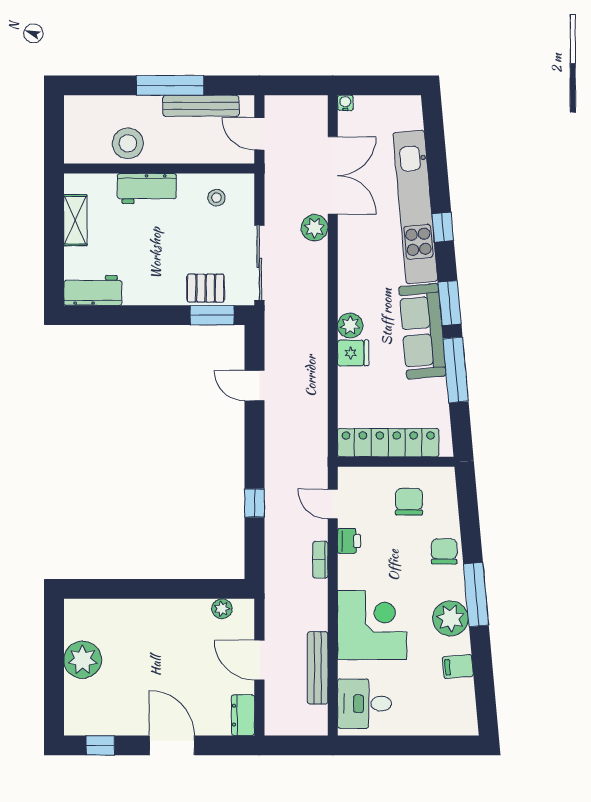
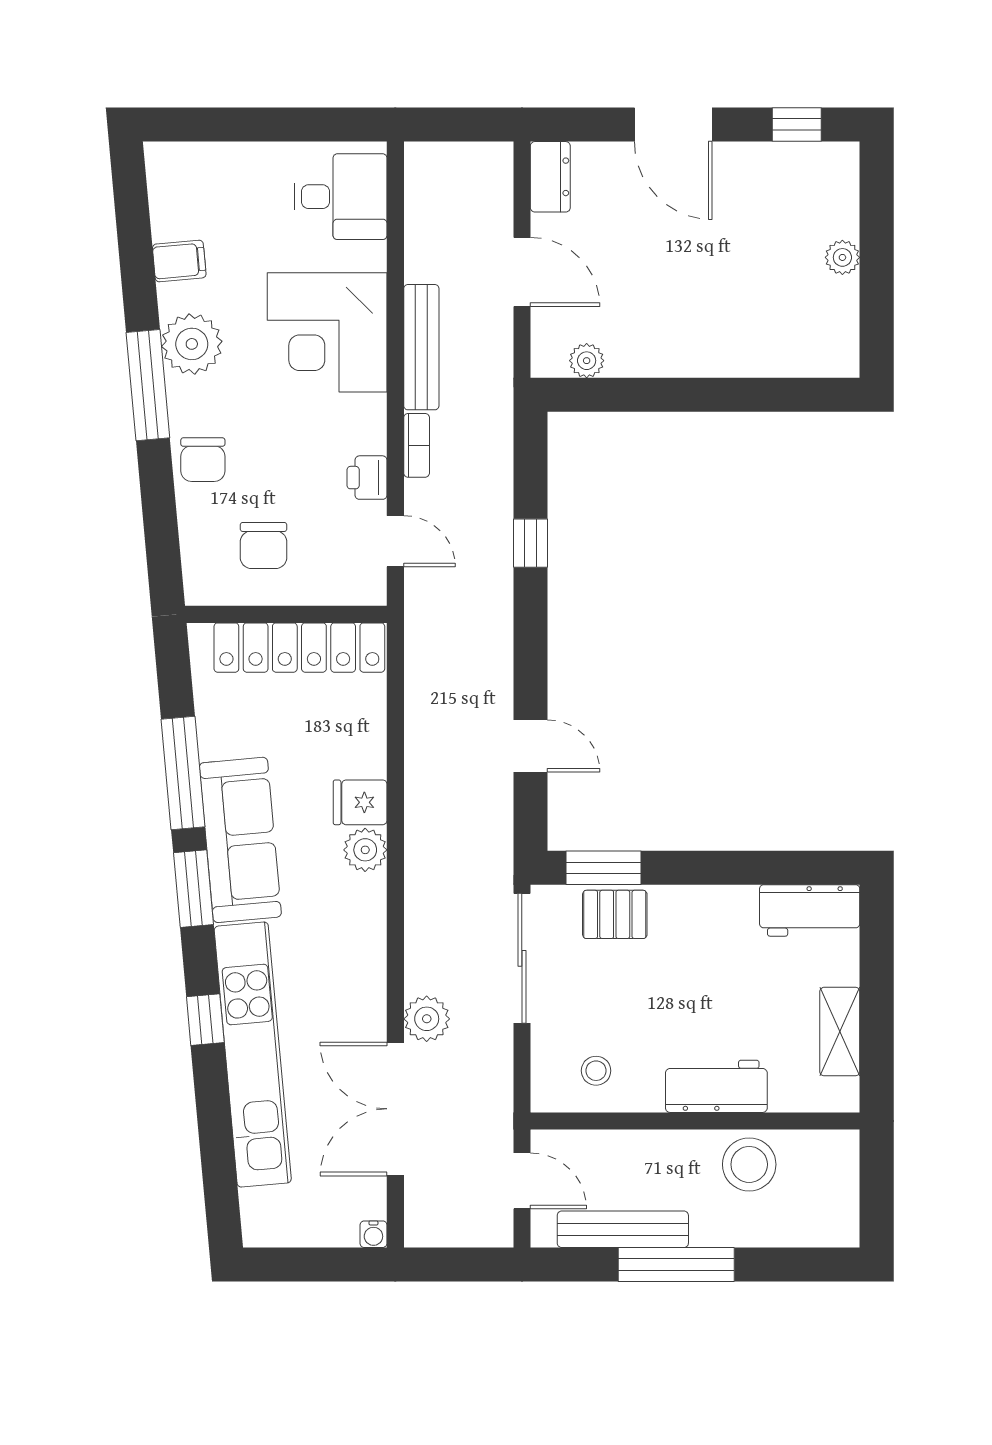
plant: (83, 660) -> (842, 257), width x0.53, depth x0.53
bench: (318, 668) -> (421, 347), moved

